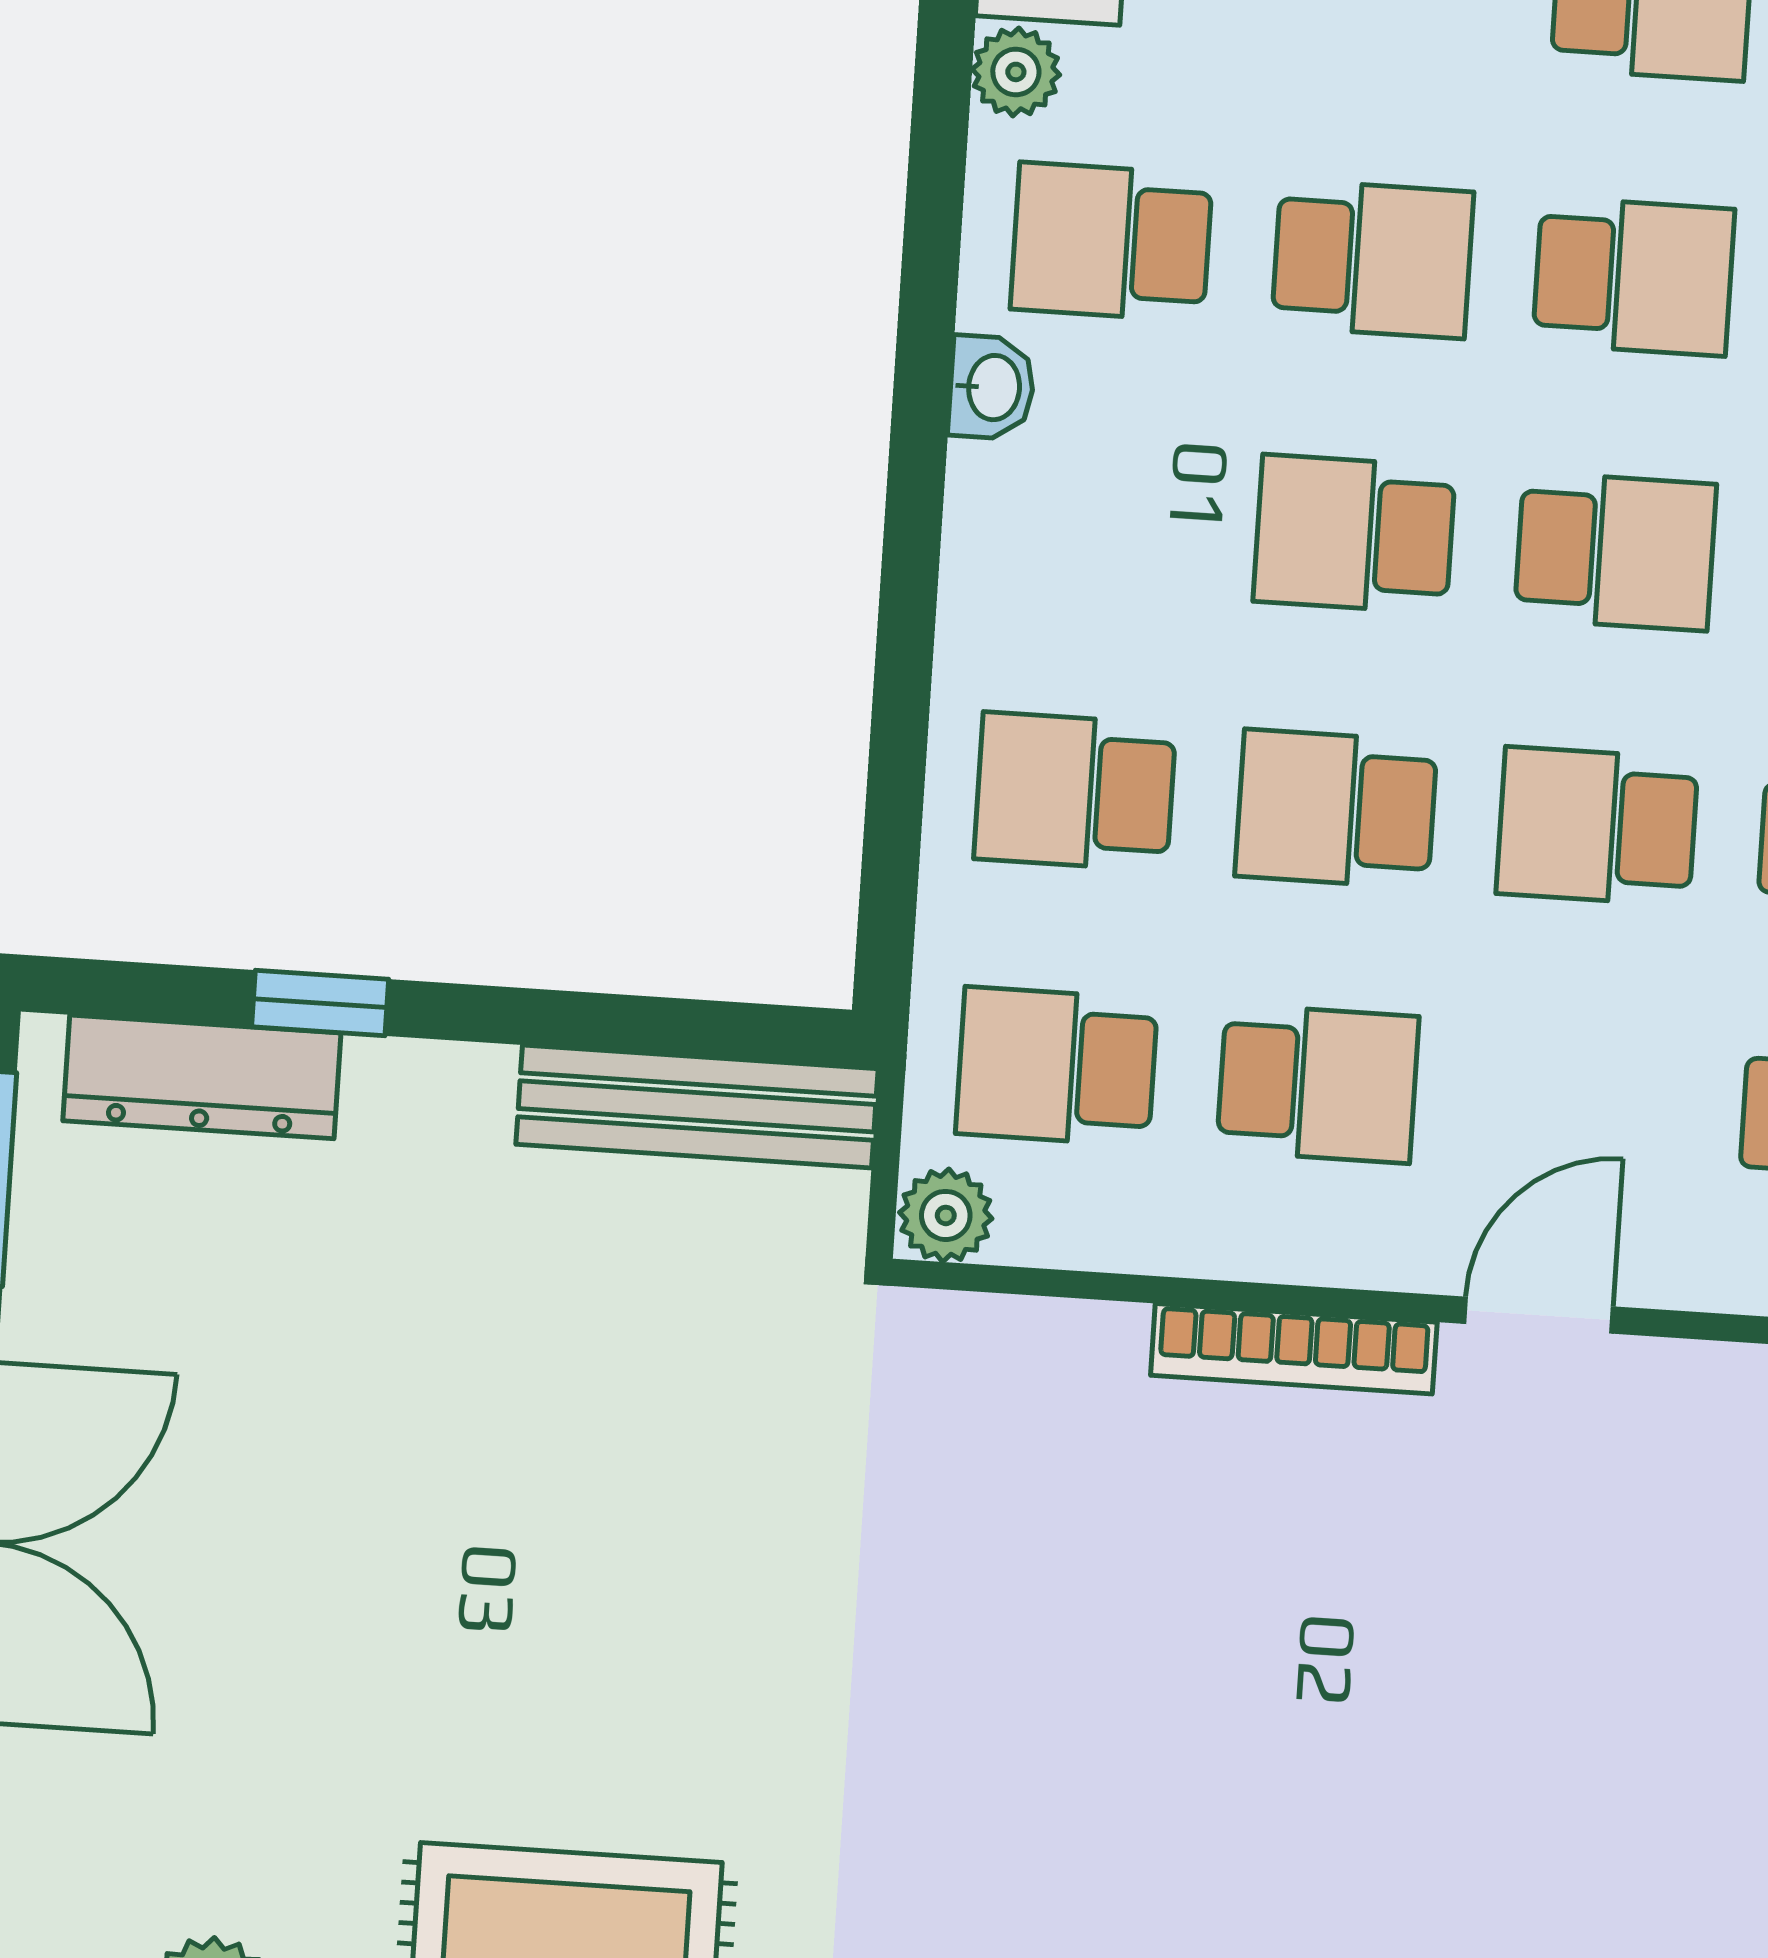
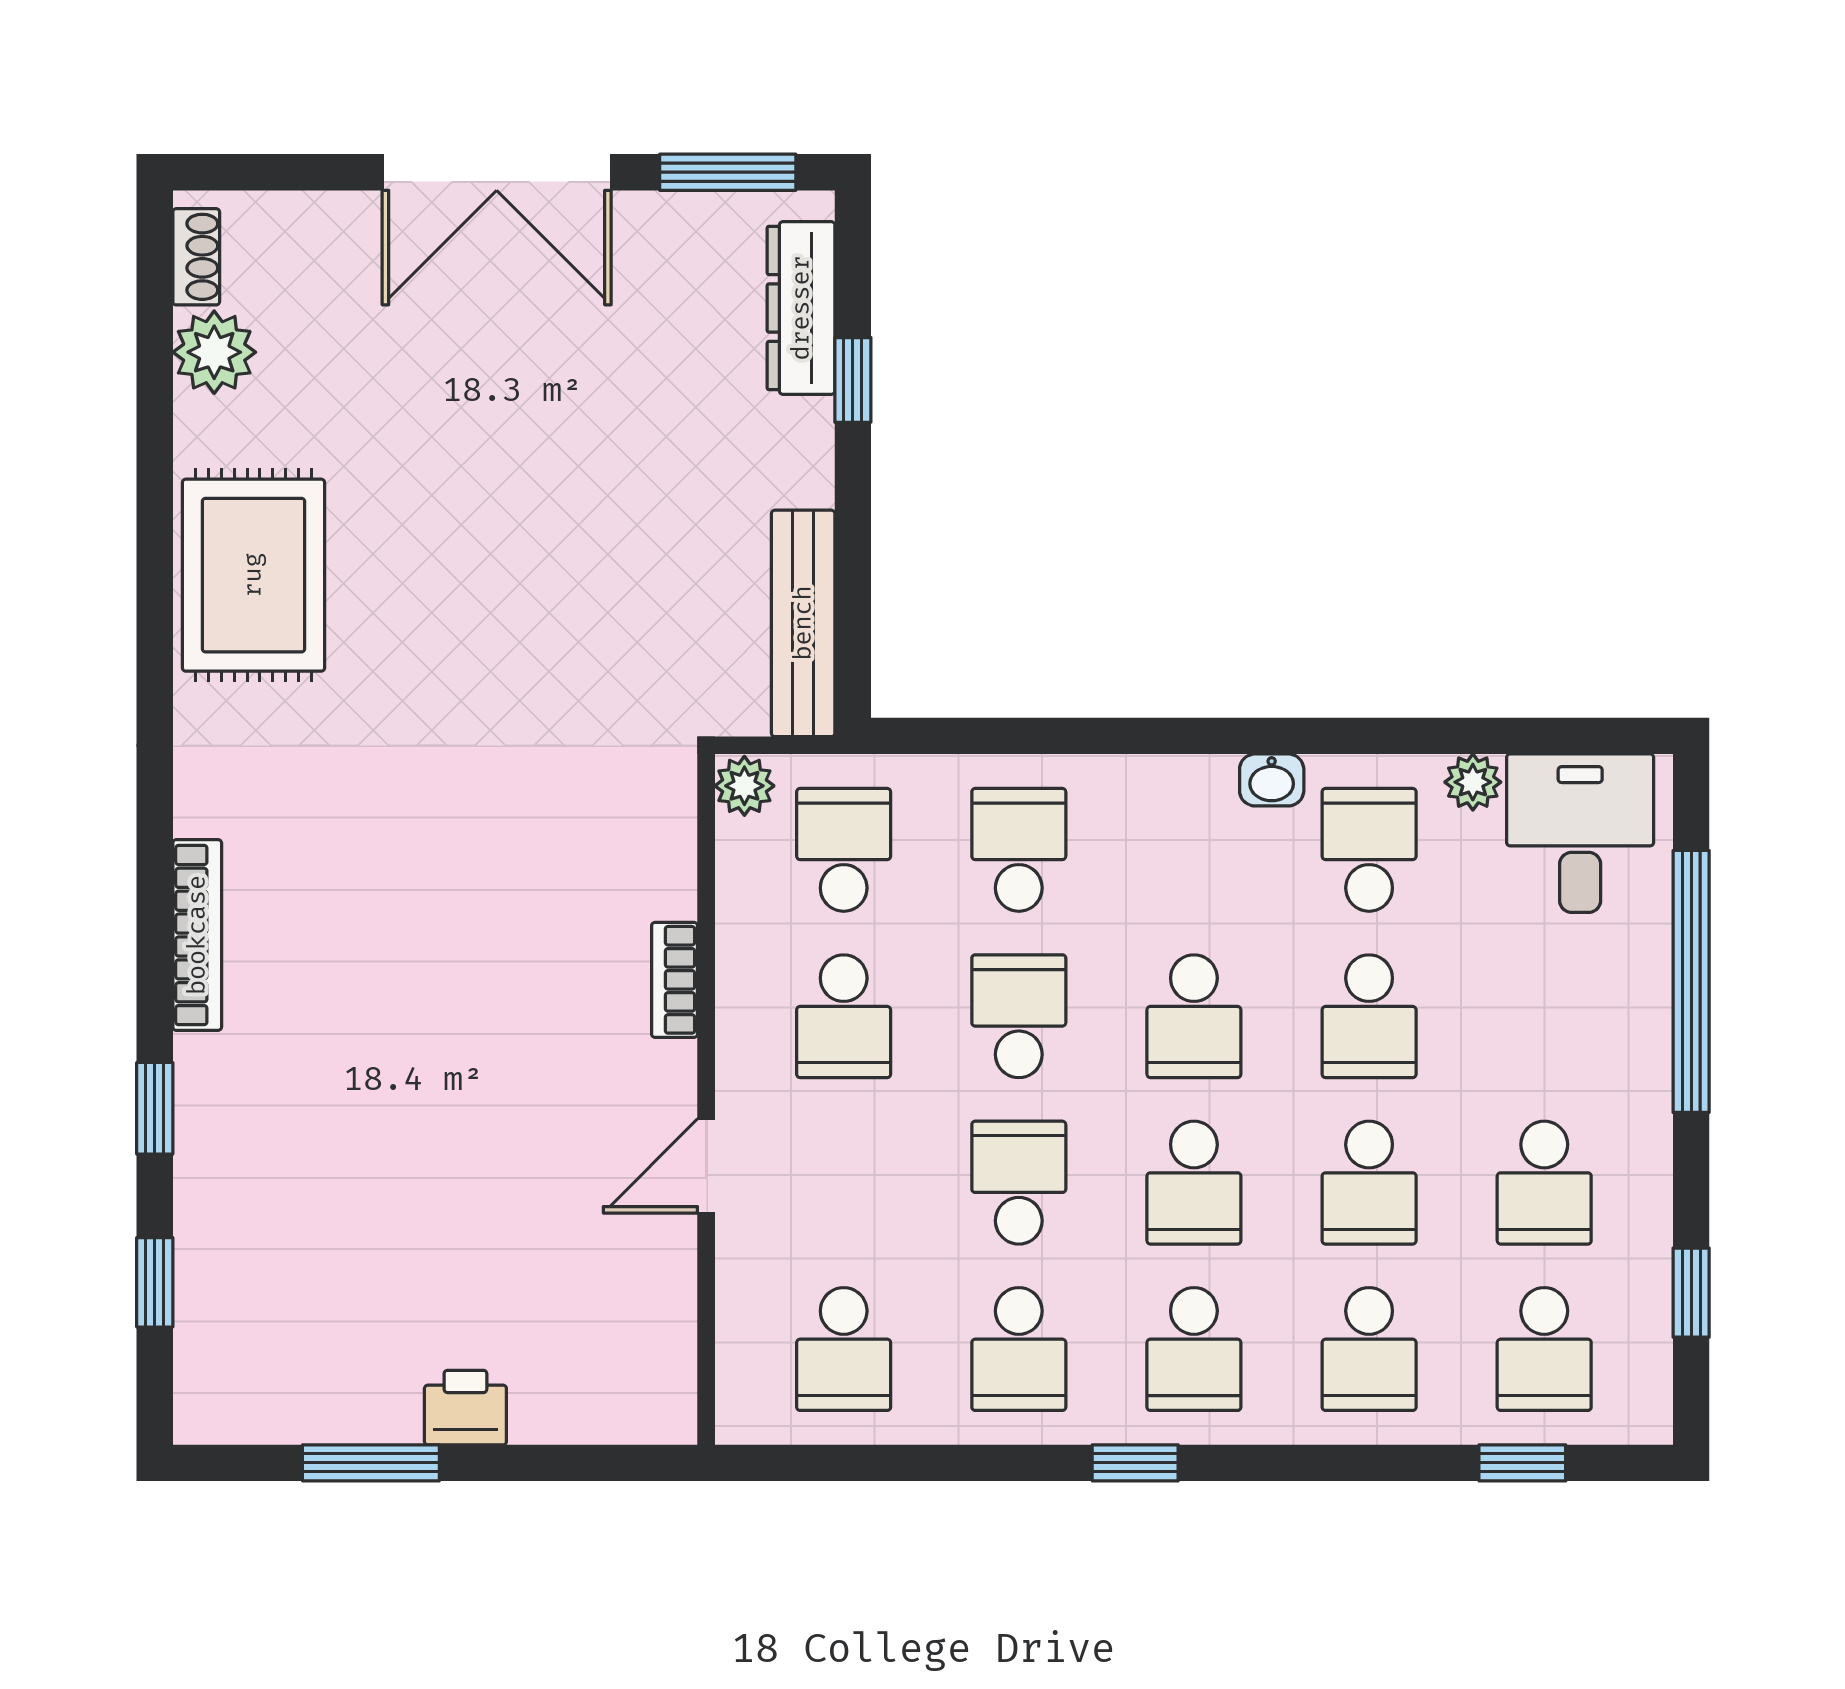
school desk: (1354, 534) -> (1194, 1016), turned 180
door: (1539, 1315) -> (706, 1166), swing flipped
bookcase: (1294, 1349) -> (674, 980), width x0.64

